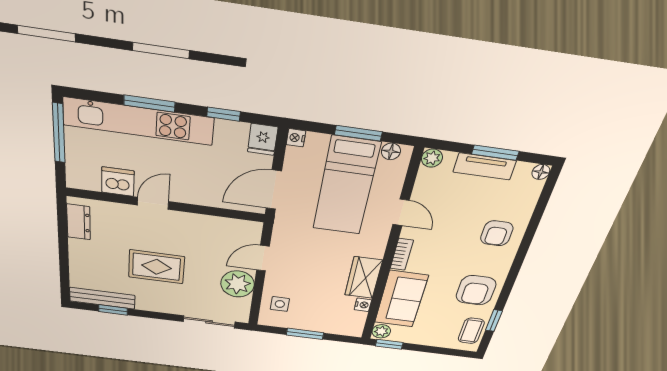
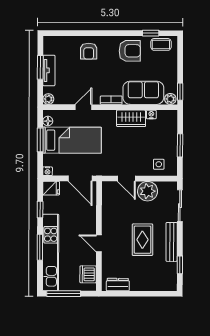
floor lamp: (541, 172) -> (48, 40), removed
dishwasher: (118, 182) -> (88, 274), moved
armchair: (497, 233) -> (89, 51), turned 90
bench: (102, 298) -> (172, 242), moved

